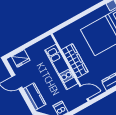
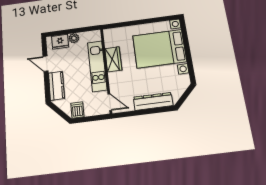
plant: (31, 51) -> (74, 38), added
wardrobe: (75, 61) -> (113, 59), width x0.67

